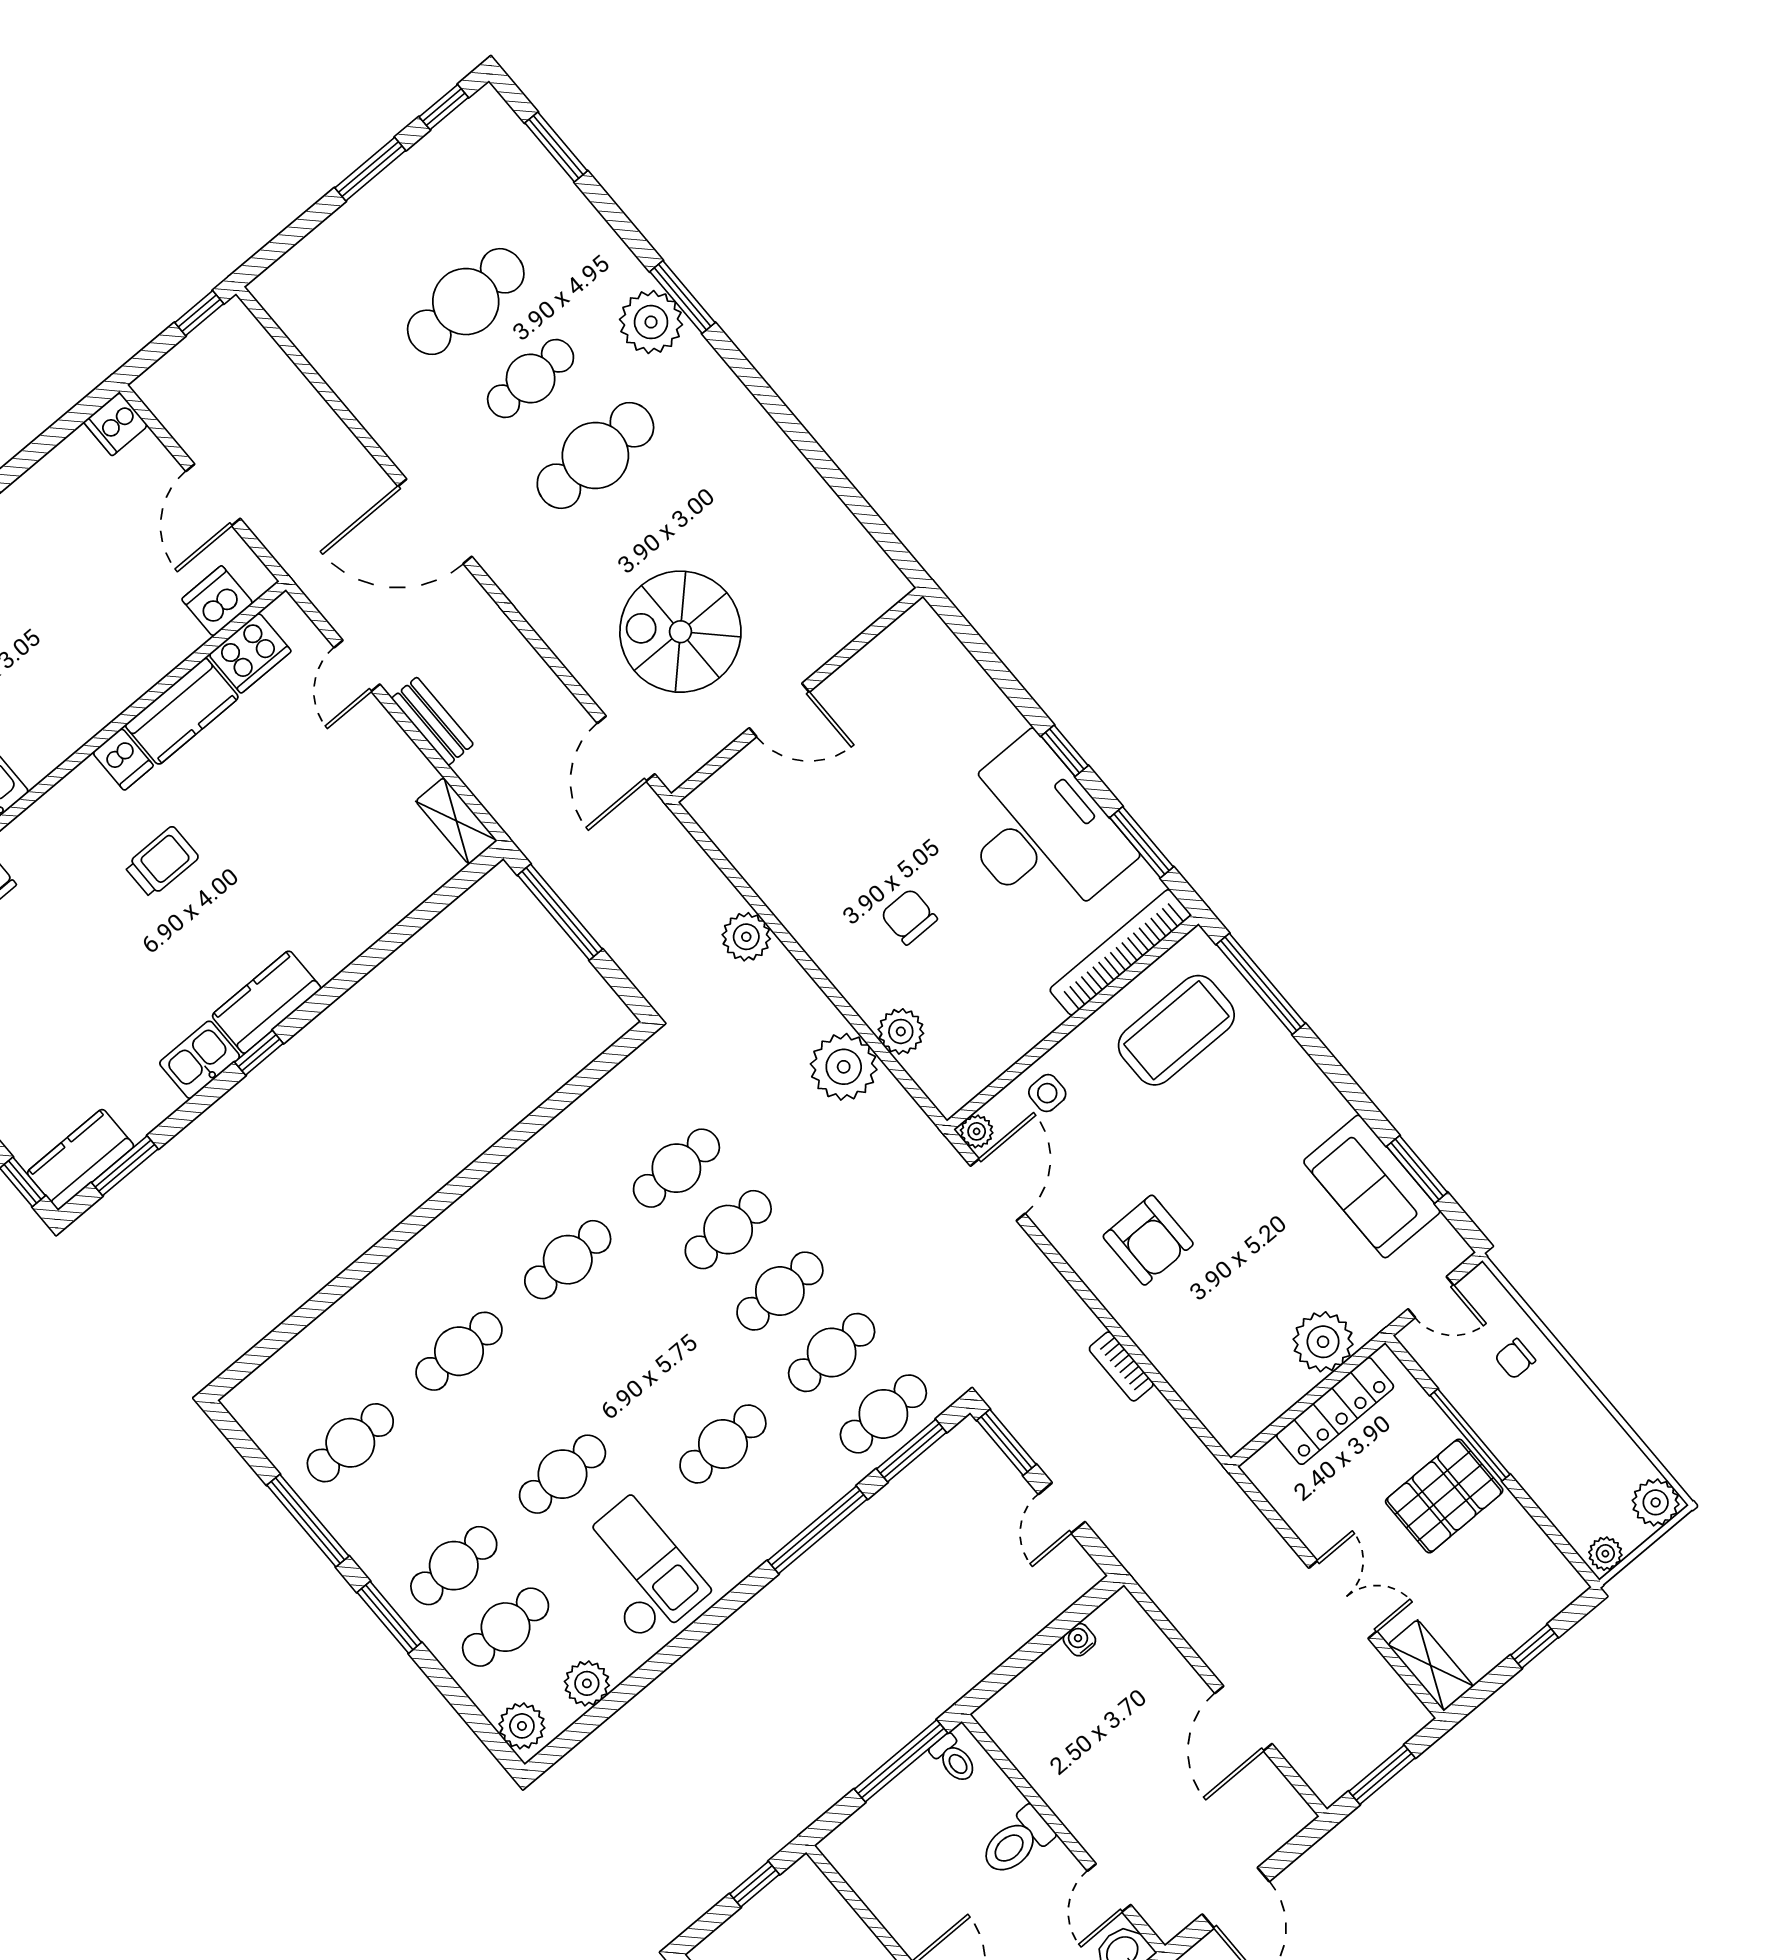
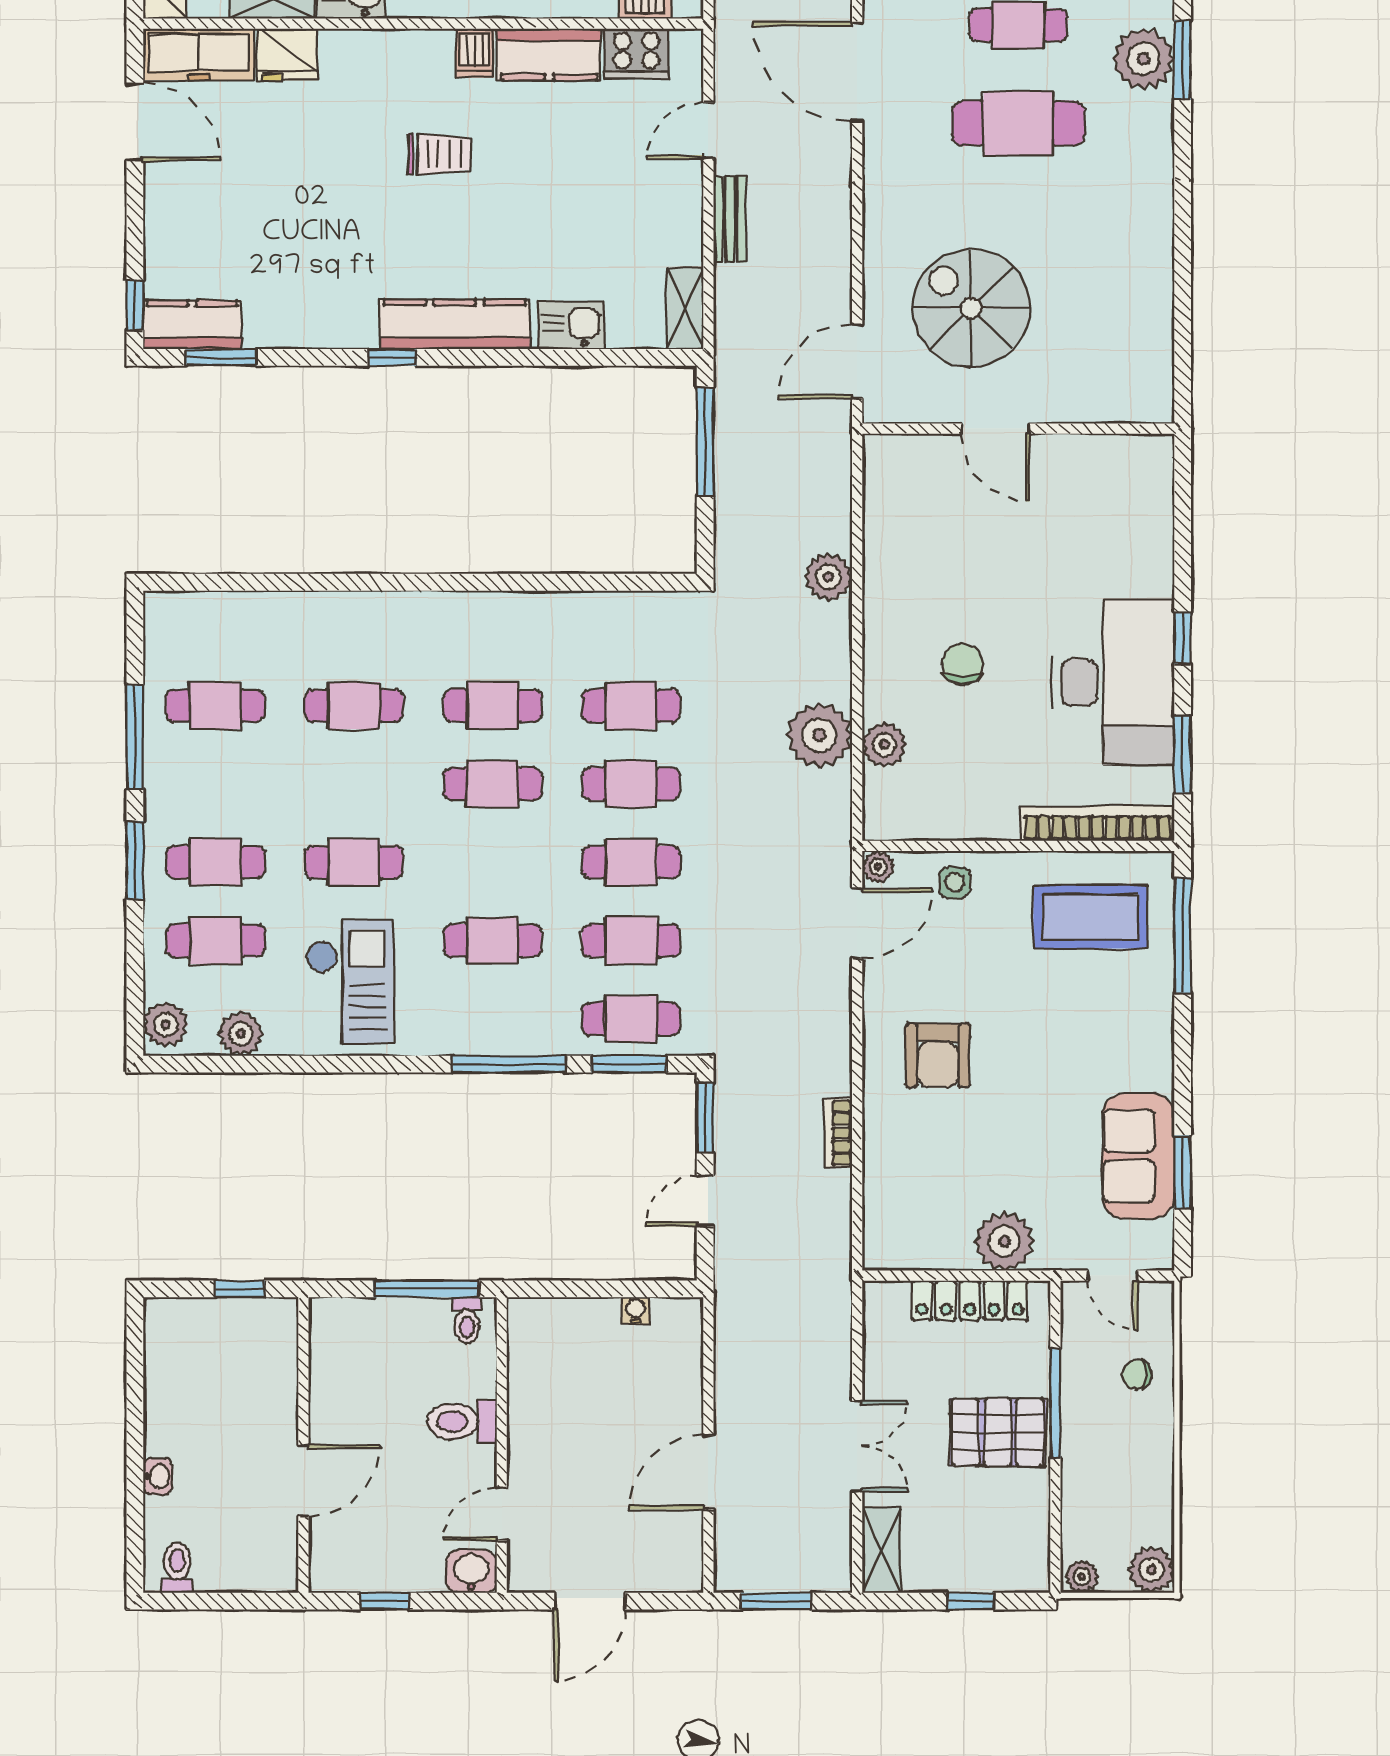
kitchen counter: (266, 1002) -> (455, 324), width x1.50
kitchen sink: (200, 1060) -> (571, 325), moved
cafe table: (619, 1321) -> (493, 784), added

